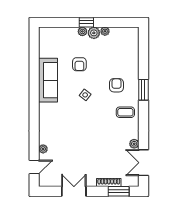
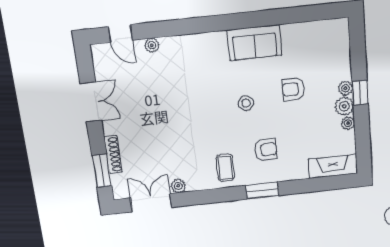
fireplace: (132, 43) -> (333, 166), added
sofa: (48, 80) -> (254, 43), width x0.73

